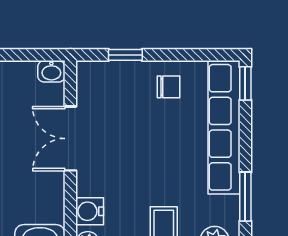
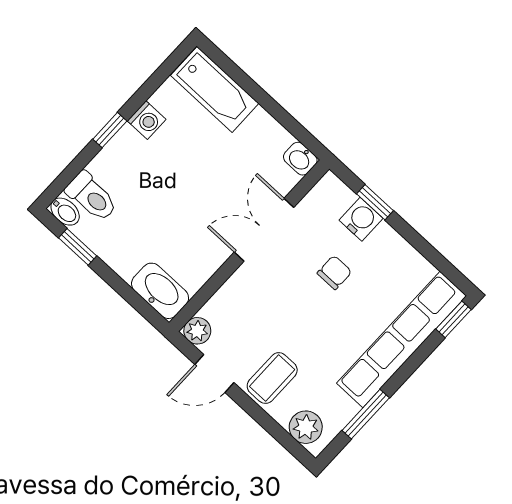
chair: (169, 87) -> (334, 273), moved, turned -90
water cooler: (90, 211) -> (361, 219), moved, turned 90

